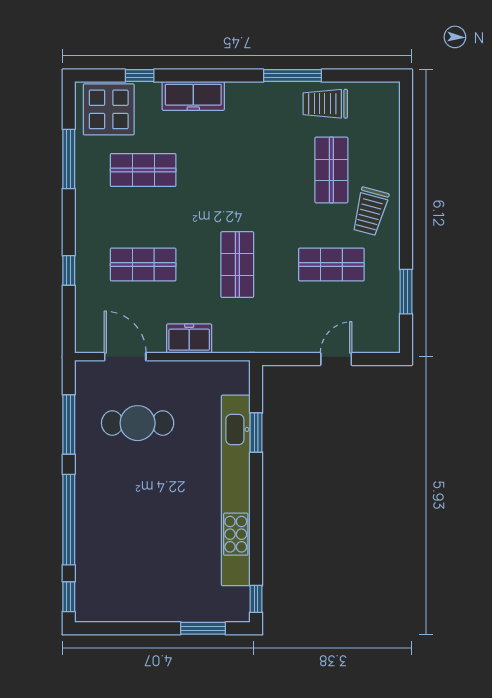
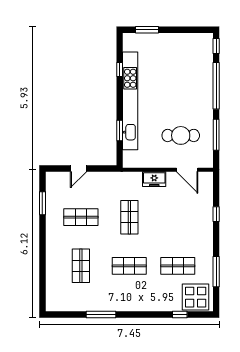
freezer: (193, 96) -> (152, 304), removed
trolley: (325, 104) -> (84, 300), removed
trolley: (370, 211) -> (61, 245), removed
shop shelf: (143, 265) -> (129, 266), moved
window: (256, 599) -> (120, 69), moved

